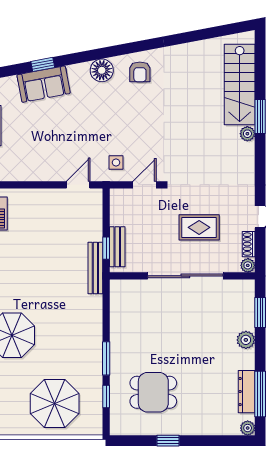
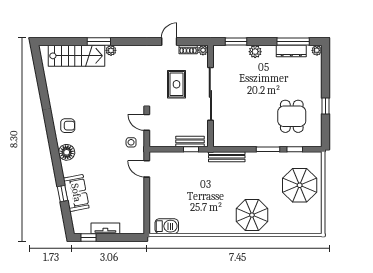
bench: (95, 268) -> (227, 157), moved

